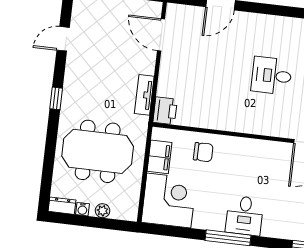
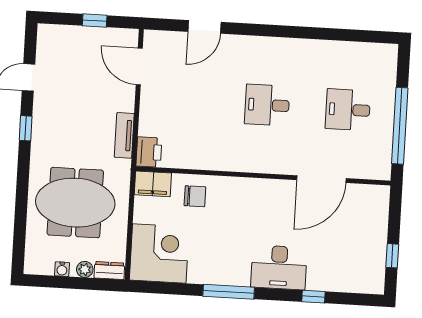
window: (56, 98) -> (26, 128), moved
filing cabinet: (159, 157) -> (153, 184), moved, turned 90
dresser: (62, 206) -> (109, 271), moved
desk: (244, 216) -> (279, 267), moved, width x1.37

